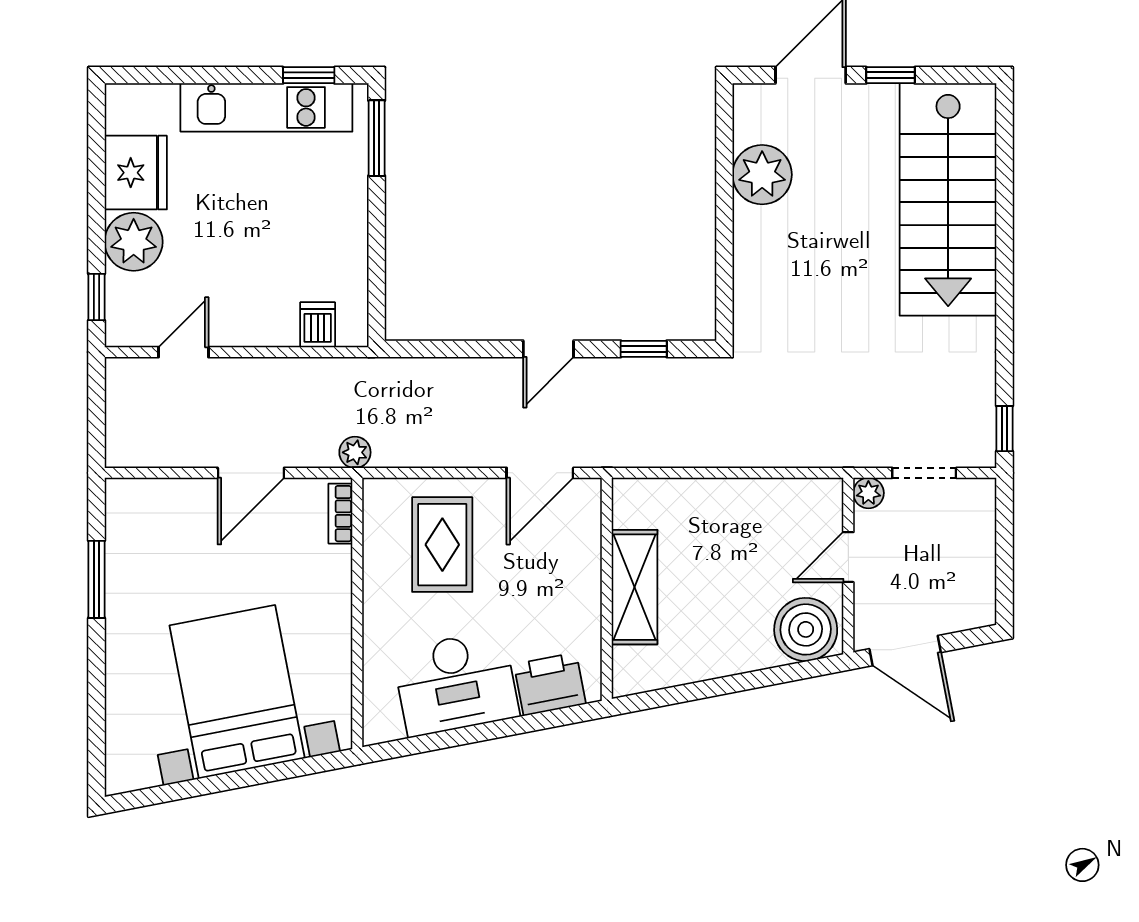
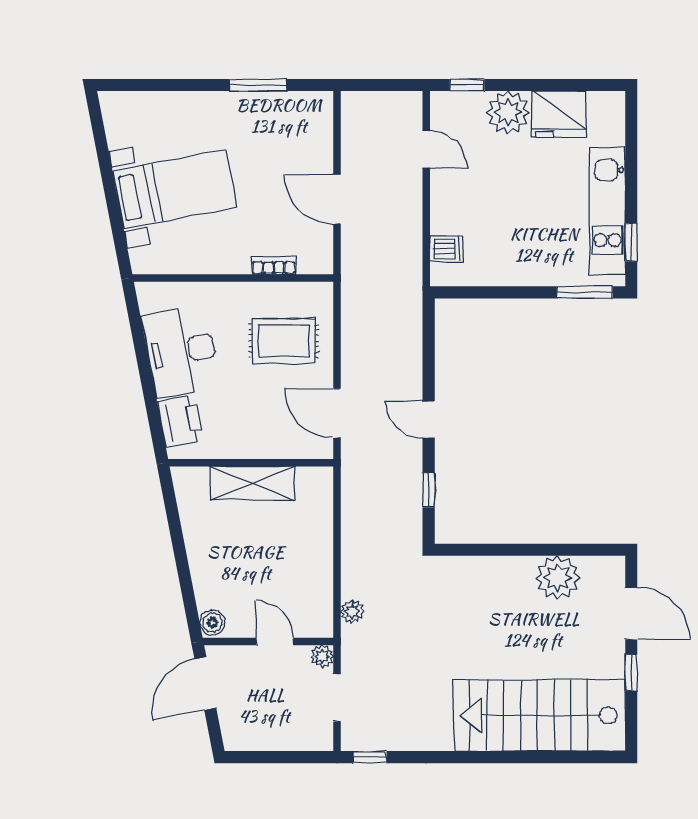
plant: (355, 452) -> (352, 612), moved
bookcase: (340, 514) -> (274, 266), moved
boiler: (806, 629) -> (212, 623), width x0.54, depth x0.54
bed with nightstands: (237, 692) -> (175, 189), width x0.73

